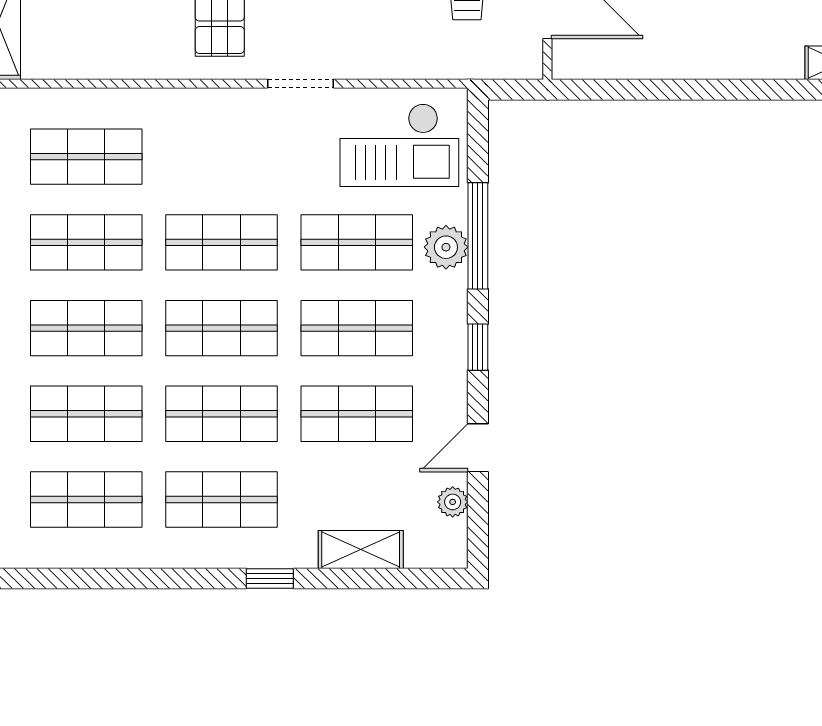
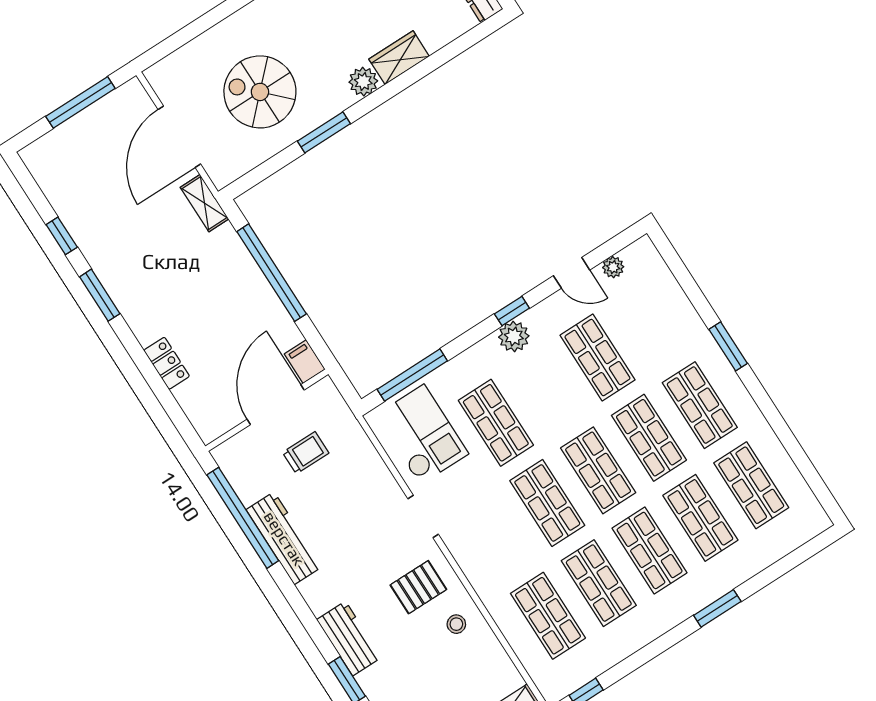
stool: (146, 41) -> (456, 624), added
filing cabinet: (576, 61) -> (305, 362), added
window: (708, 90) -> (272, 273), added
window: (478, 236) -> (412, 375), moved
plant: (446, 247) -> (514, 337), moved
shop shelf: (357, 328) -> (547, 390), removed
shelving: (361, 549) -> (676, 304), removed
window: (270, 578) -> (728, 346), width x1.50

